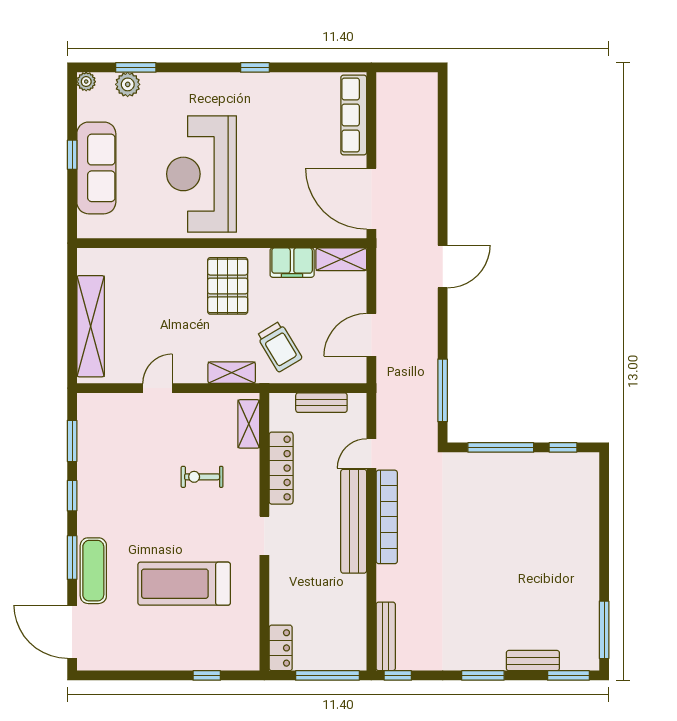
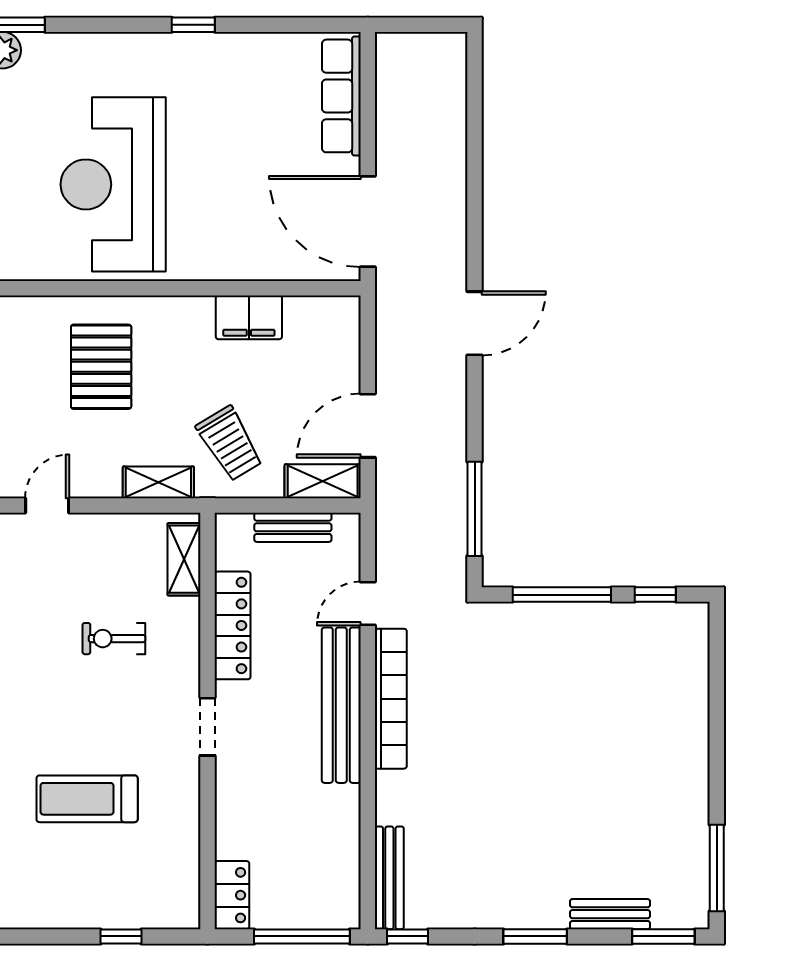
shelving: (341, 259) -> (323, 481), moved
pallet: (228, 286) -> (101, 367), moved
treadmill: (184, 584) -> (87, 799), width x0.73, depth x0.73

